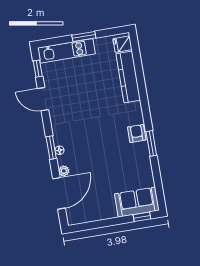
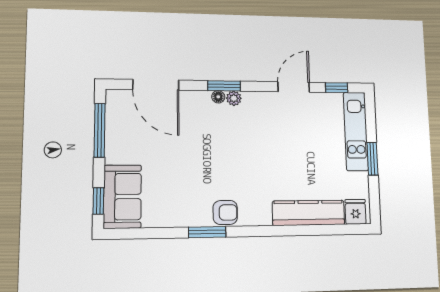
plant: (64, 171) -> (234, 98), moved
window: (96, 225) -> (100, 130), added

